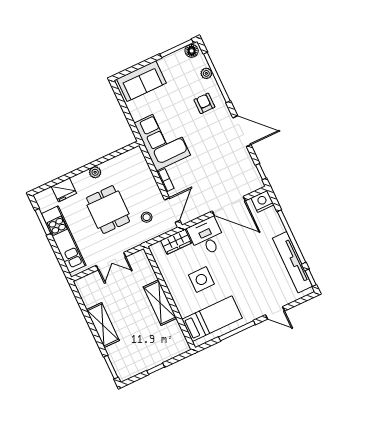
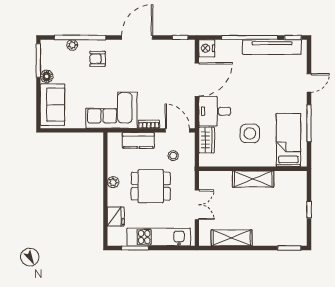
floor lamp: (192, 51) -> (47, 76), moved
kitchen counter: (146, 178) -> (138, 140), added
shelving: (103, 325) -> (232, 238), moved

